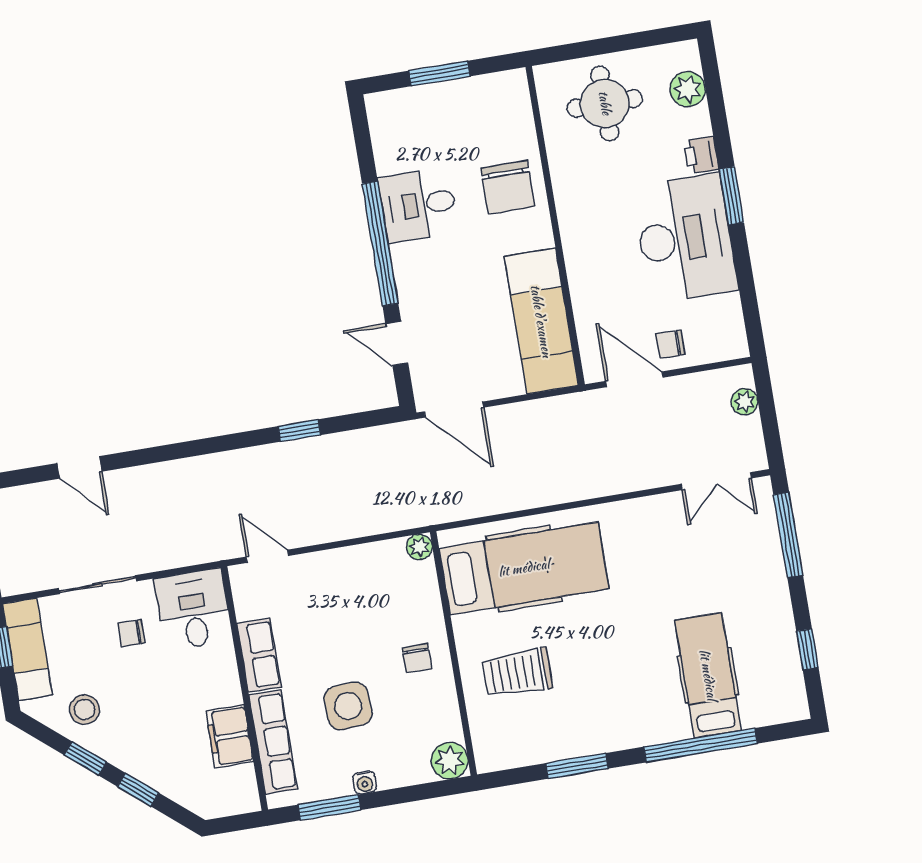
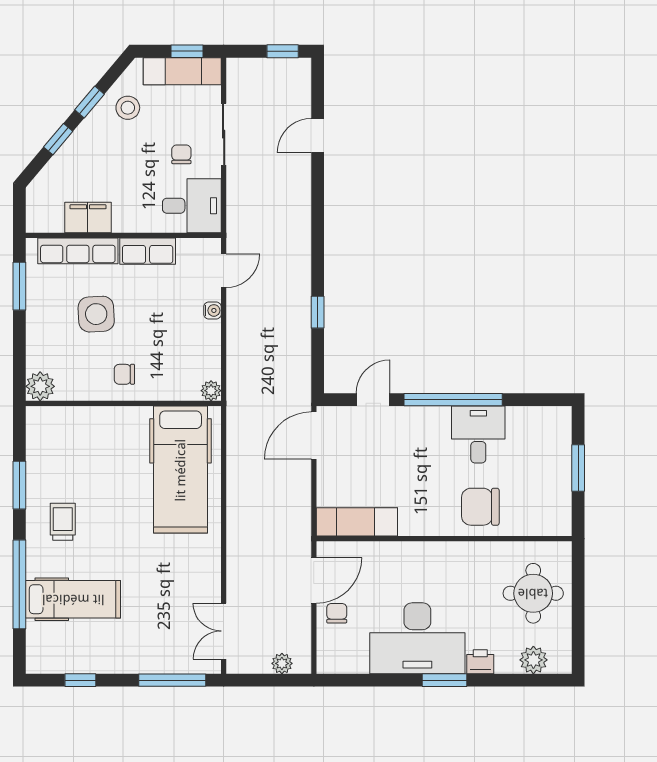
exam couch: (541, 321) -> (357, 522), width x0.73, depth x0.69
trolley: (517, 673) -> (63, 522), moved, width x0.73, depth x0.72
water cooler: (365, 782) -> (212, 310), moved, turned 180

